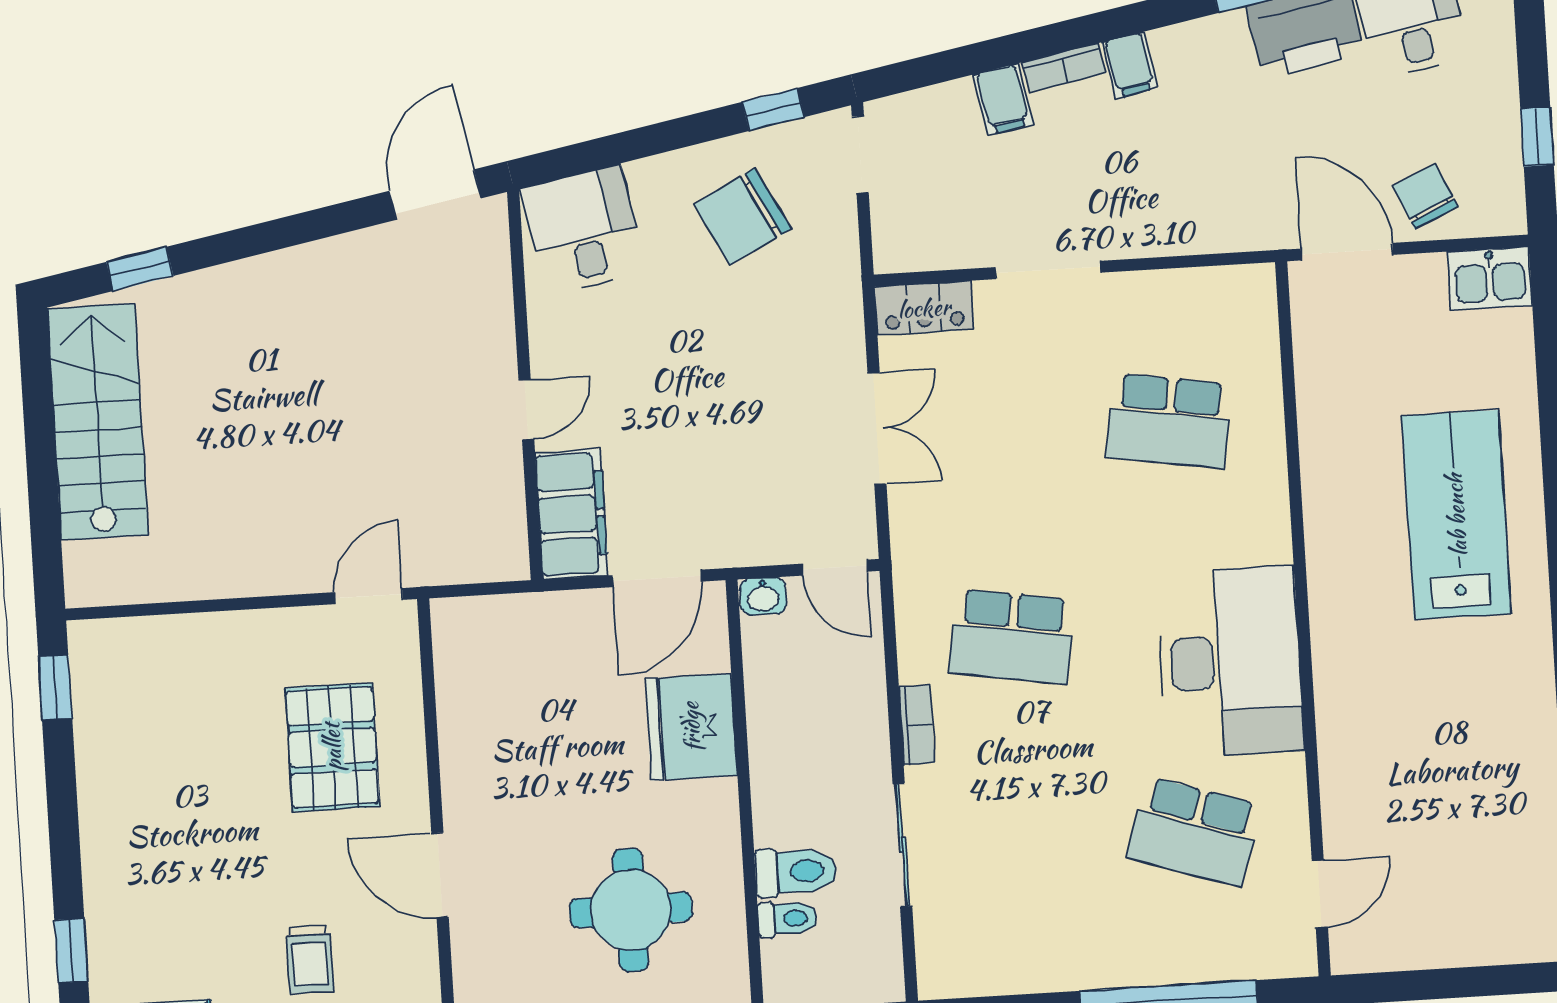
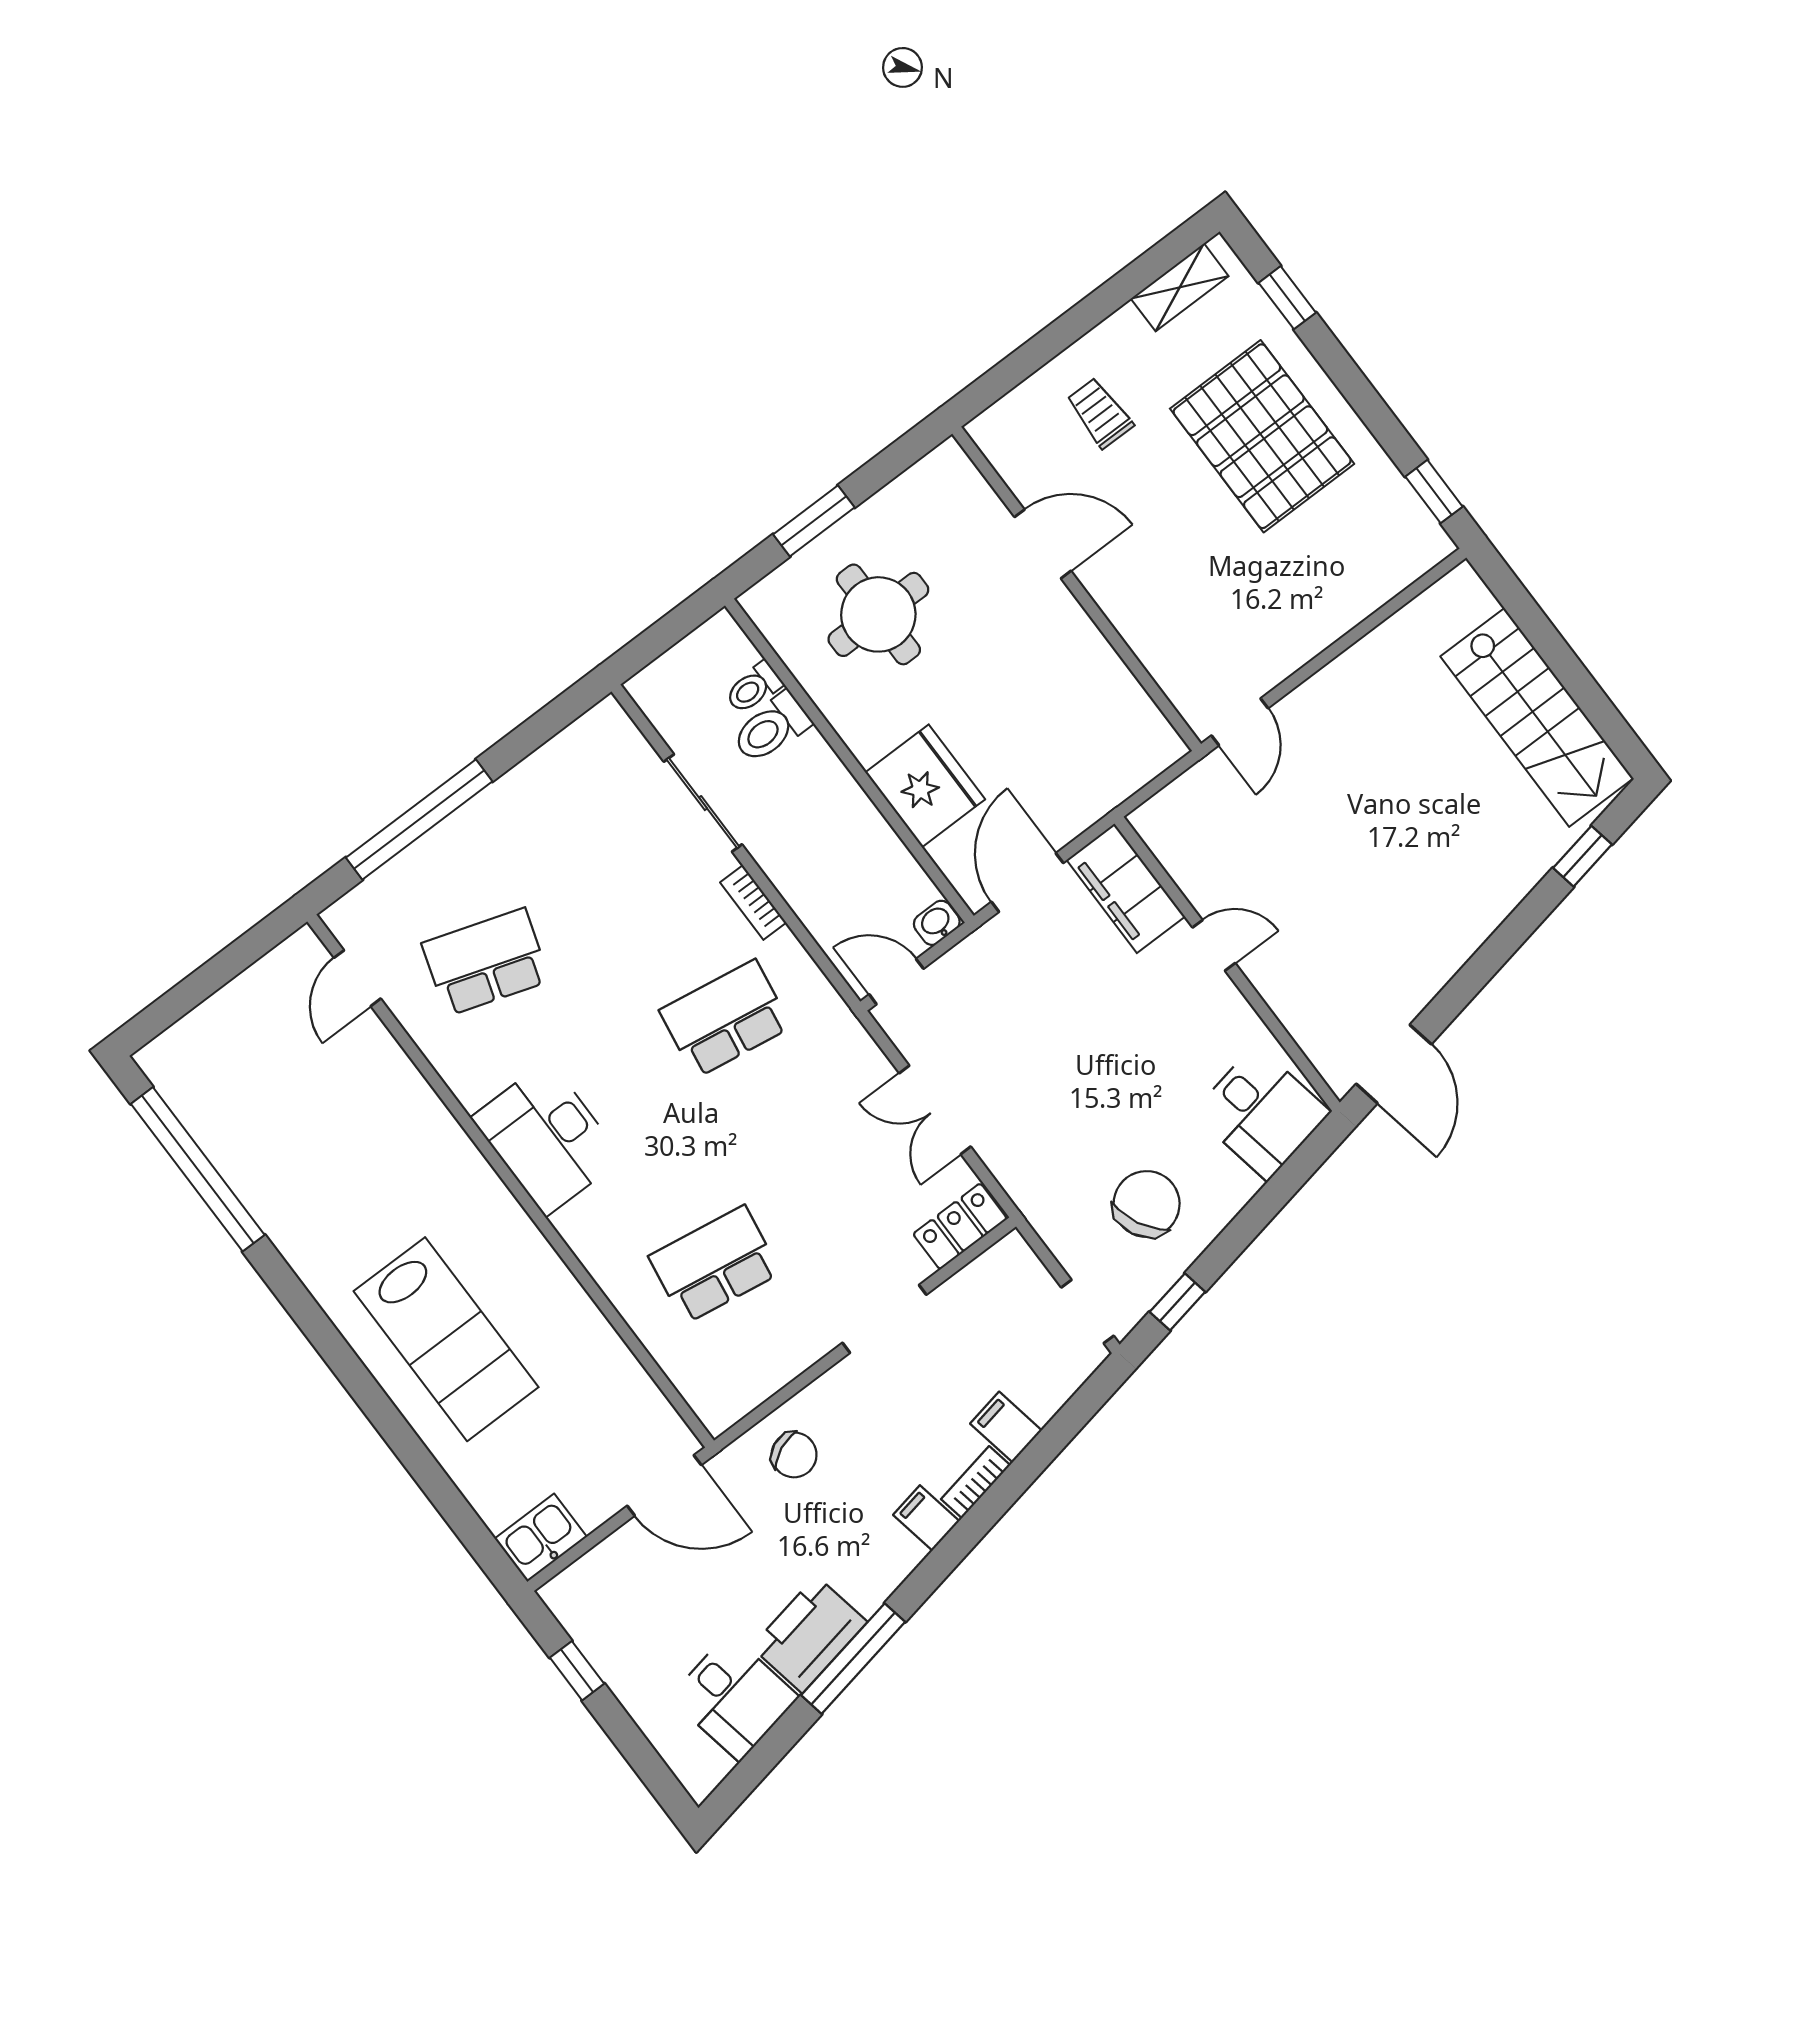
chair: (1425, 196) -> (794, 1455), moved
door: (526, 410) -> (1214, 945), swing flipped
desk: (1230, 662) -> (547, 1138), width x0.73, depth x0.77
pallet: (332, 747) -> (1262, 436), moved, width x1.37, depth x1.41

